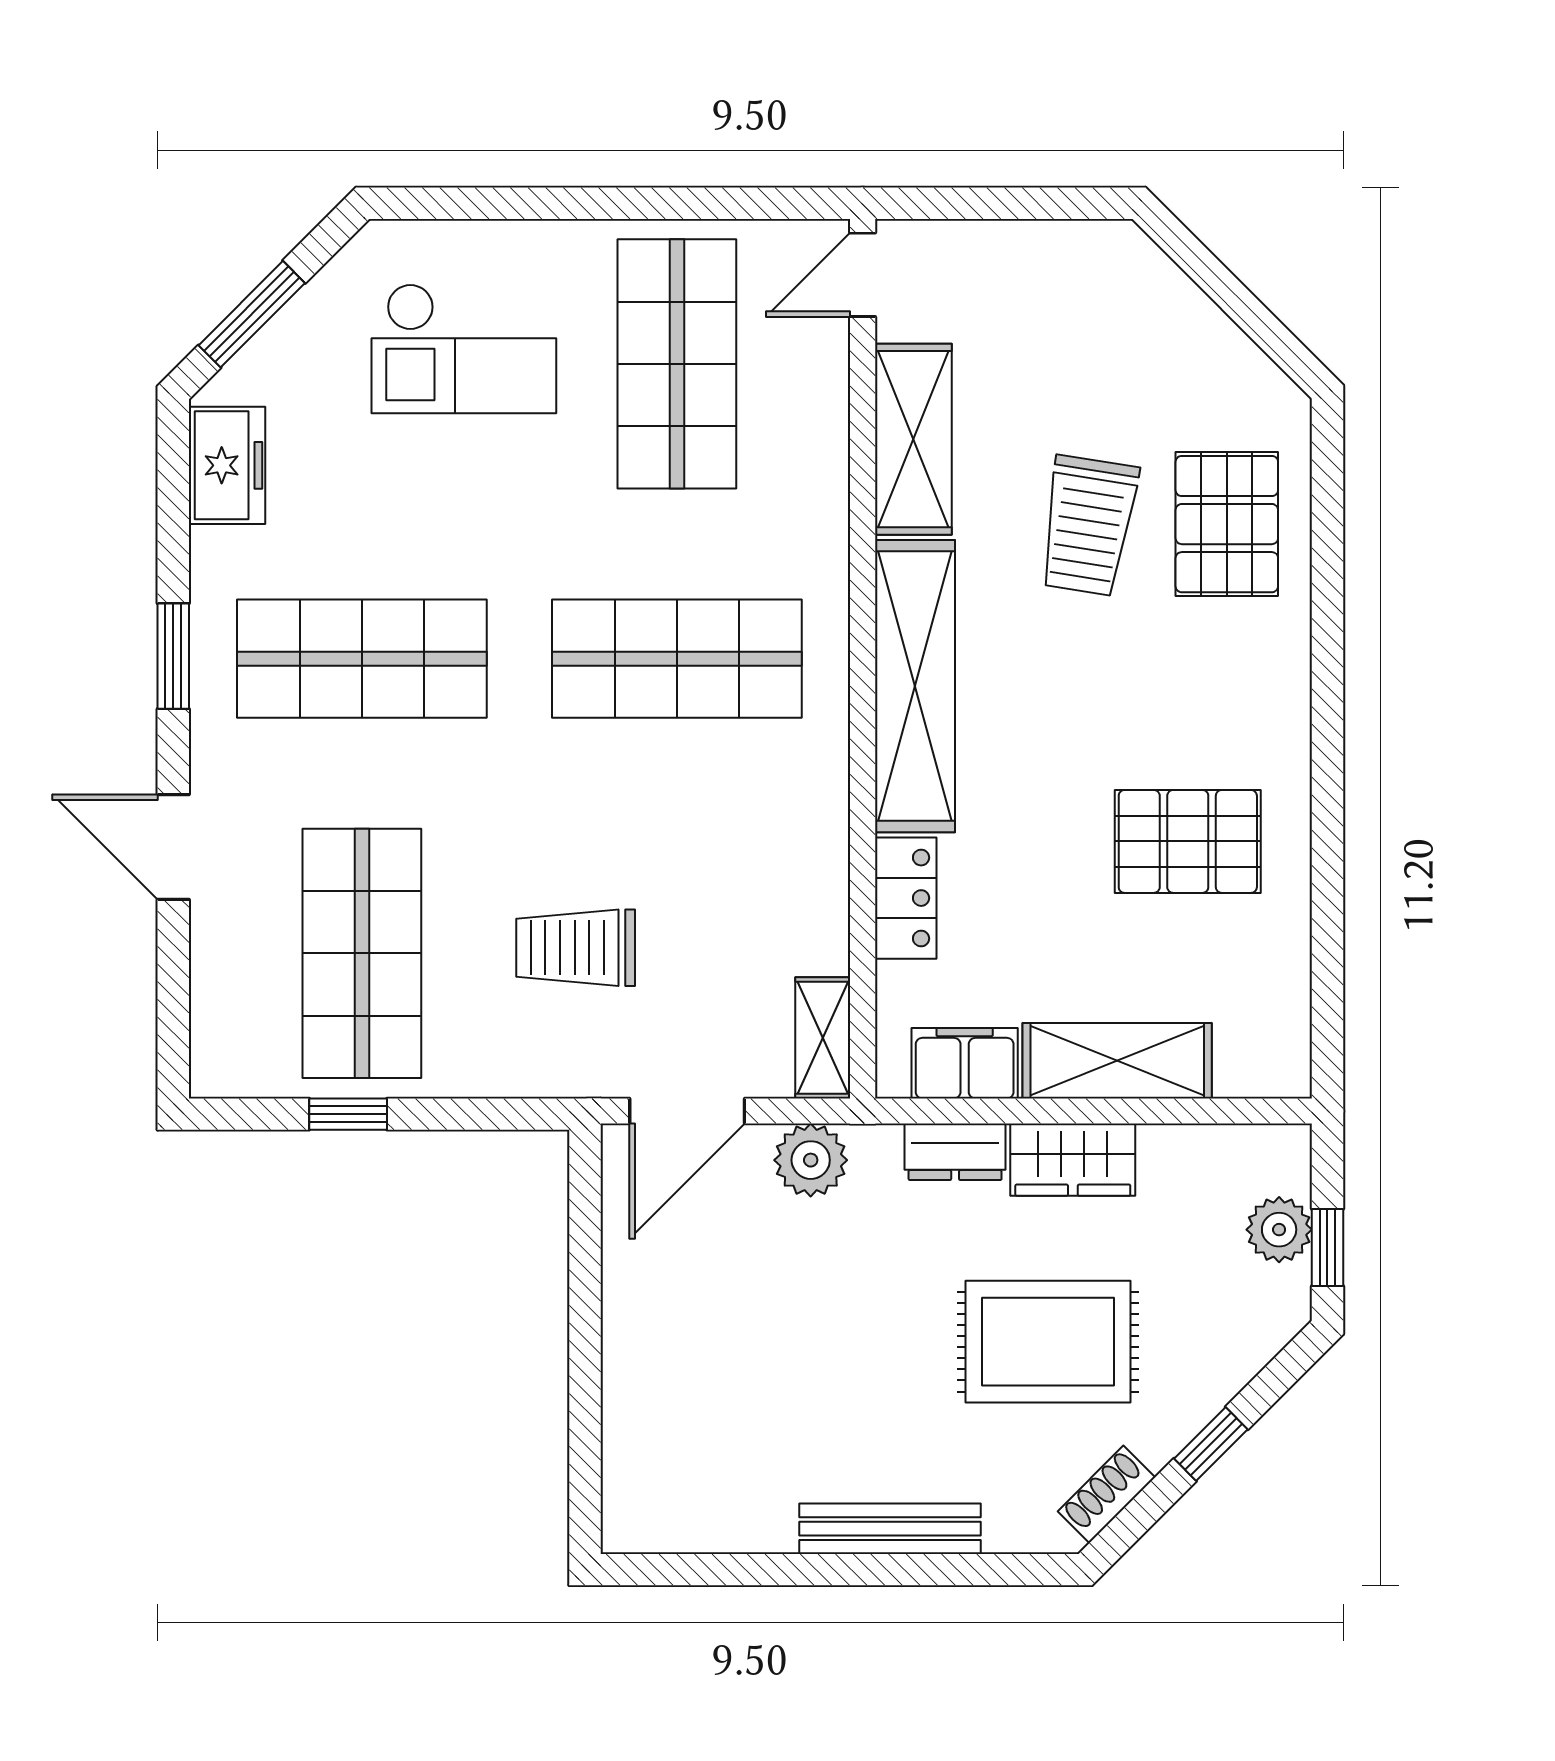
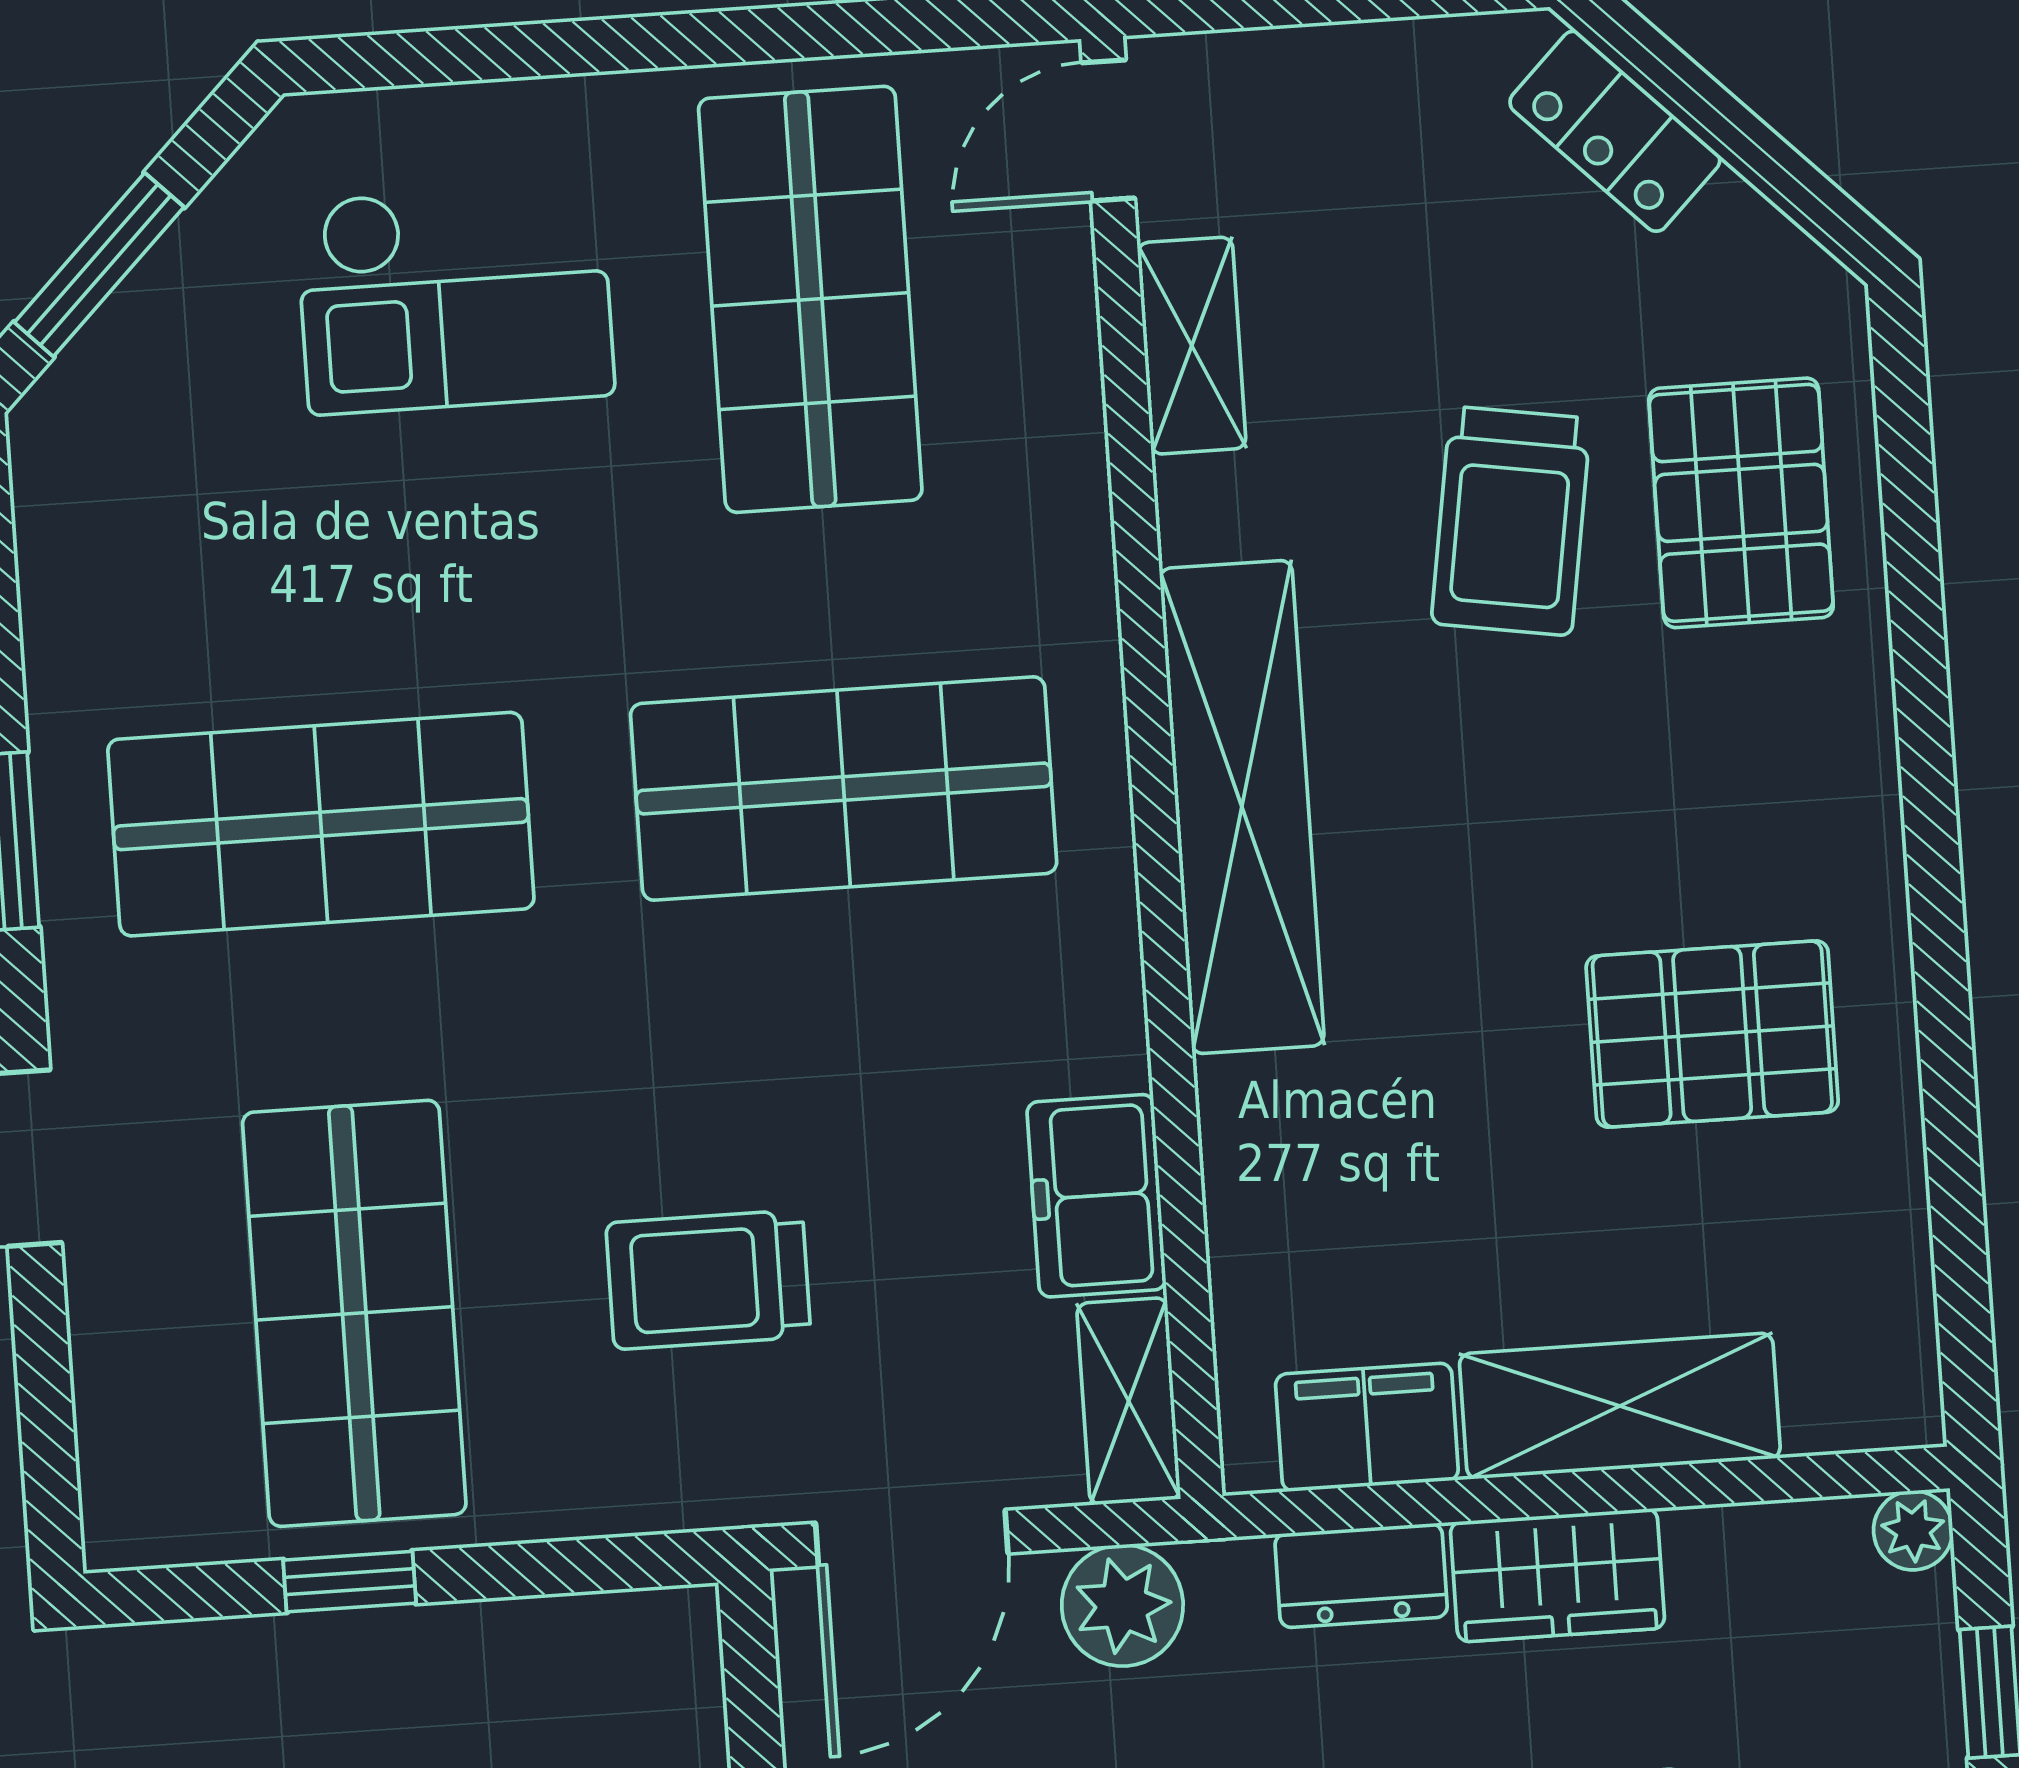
shelving: (913, 439) -> (1192, 346), width x0.67, depth x0.75
freezer: (227, 465) -> (1096, 1196), moved, turned 180
locker: (906, 898) -> (1615, 131), moved, turned 135
plant: (1279, 1230) -> (1913, 1530), moved, width x0.73, depth x0.73

